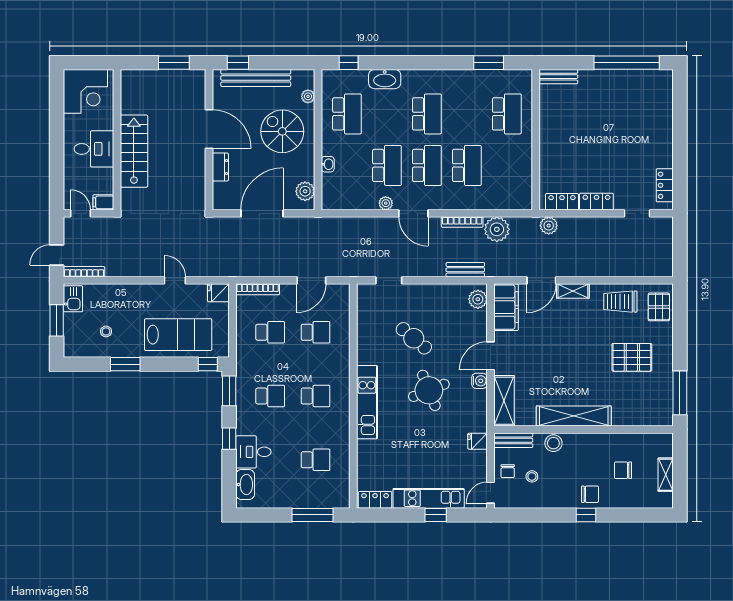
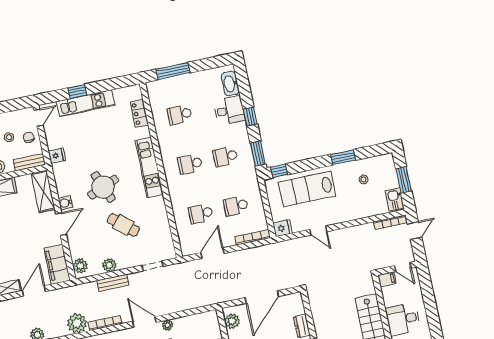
bench: (465, 270) -> (113, 283), moved
plant: (442, 293) -> (109, 265), added
locker: (375, 500) -> (139, 113), moved, turned 90

